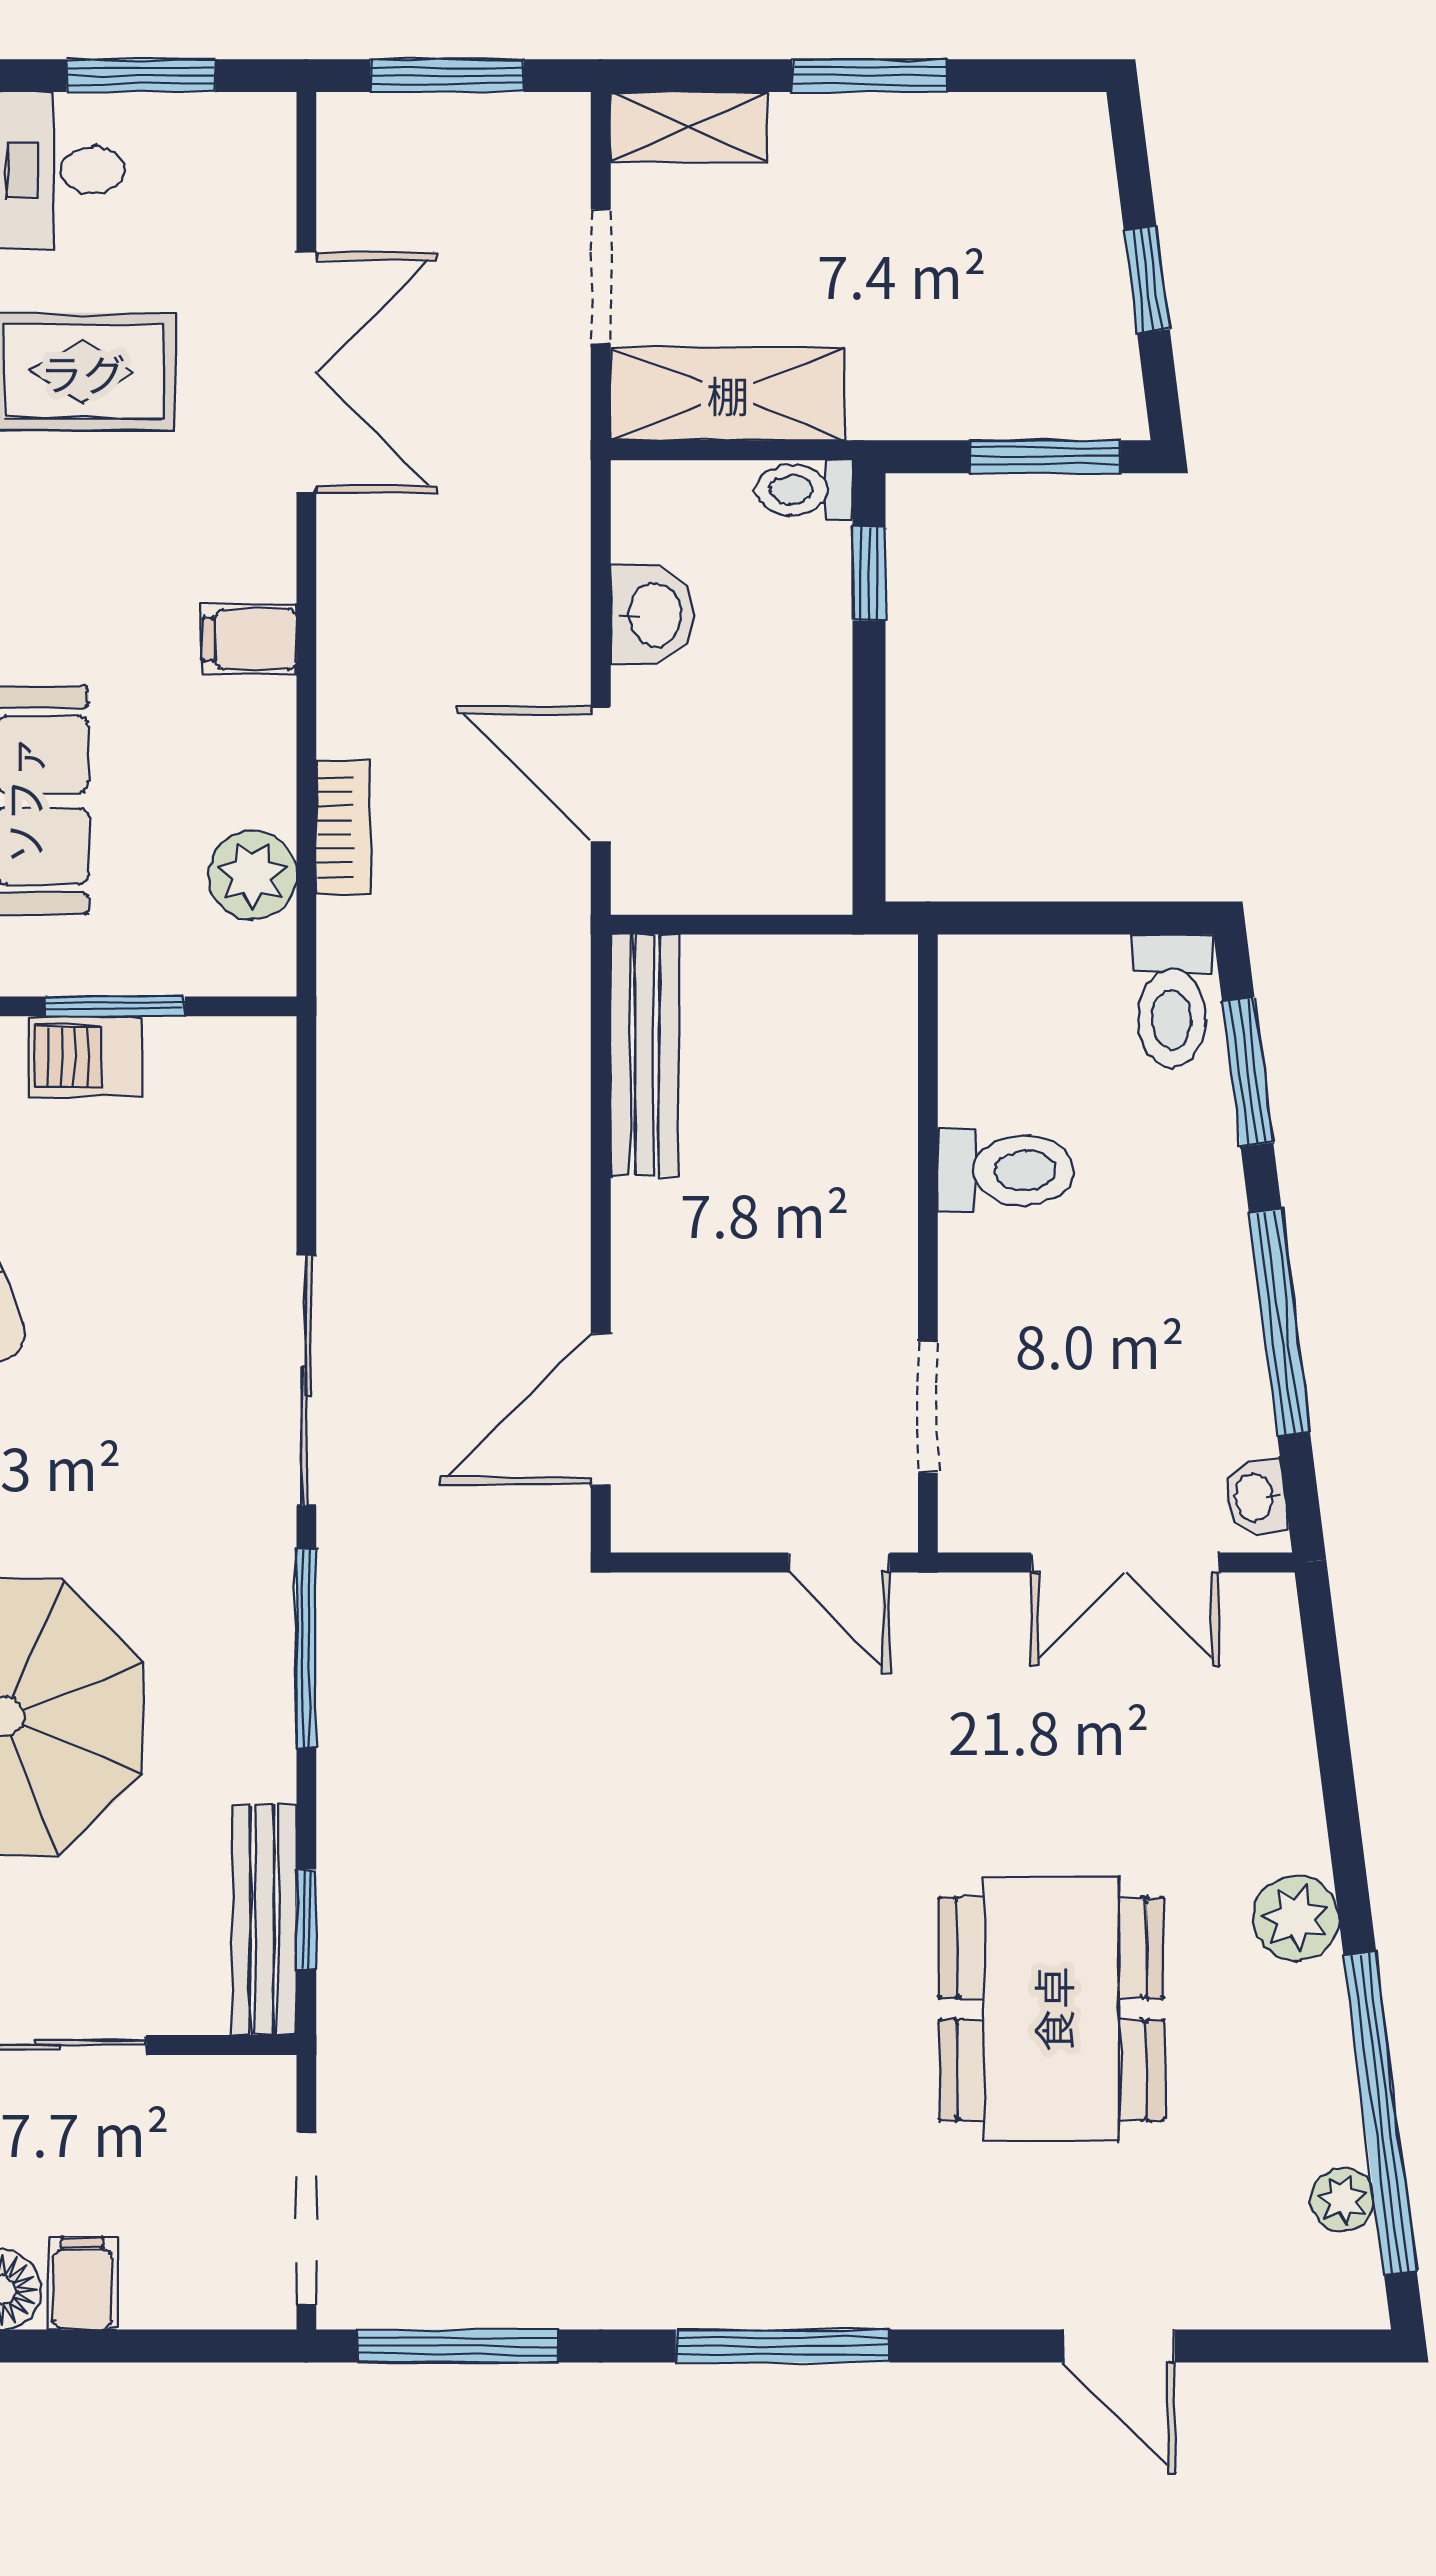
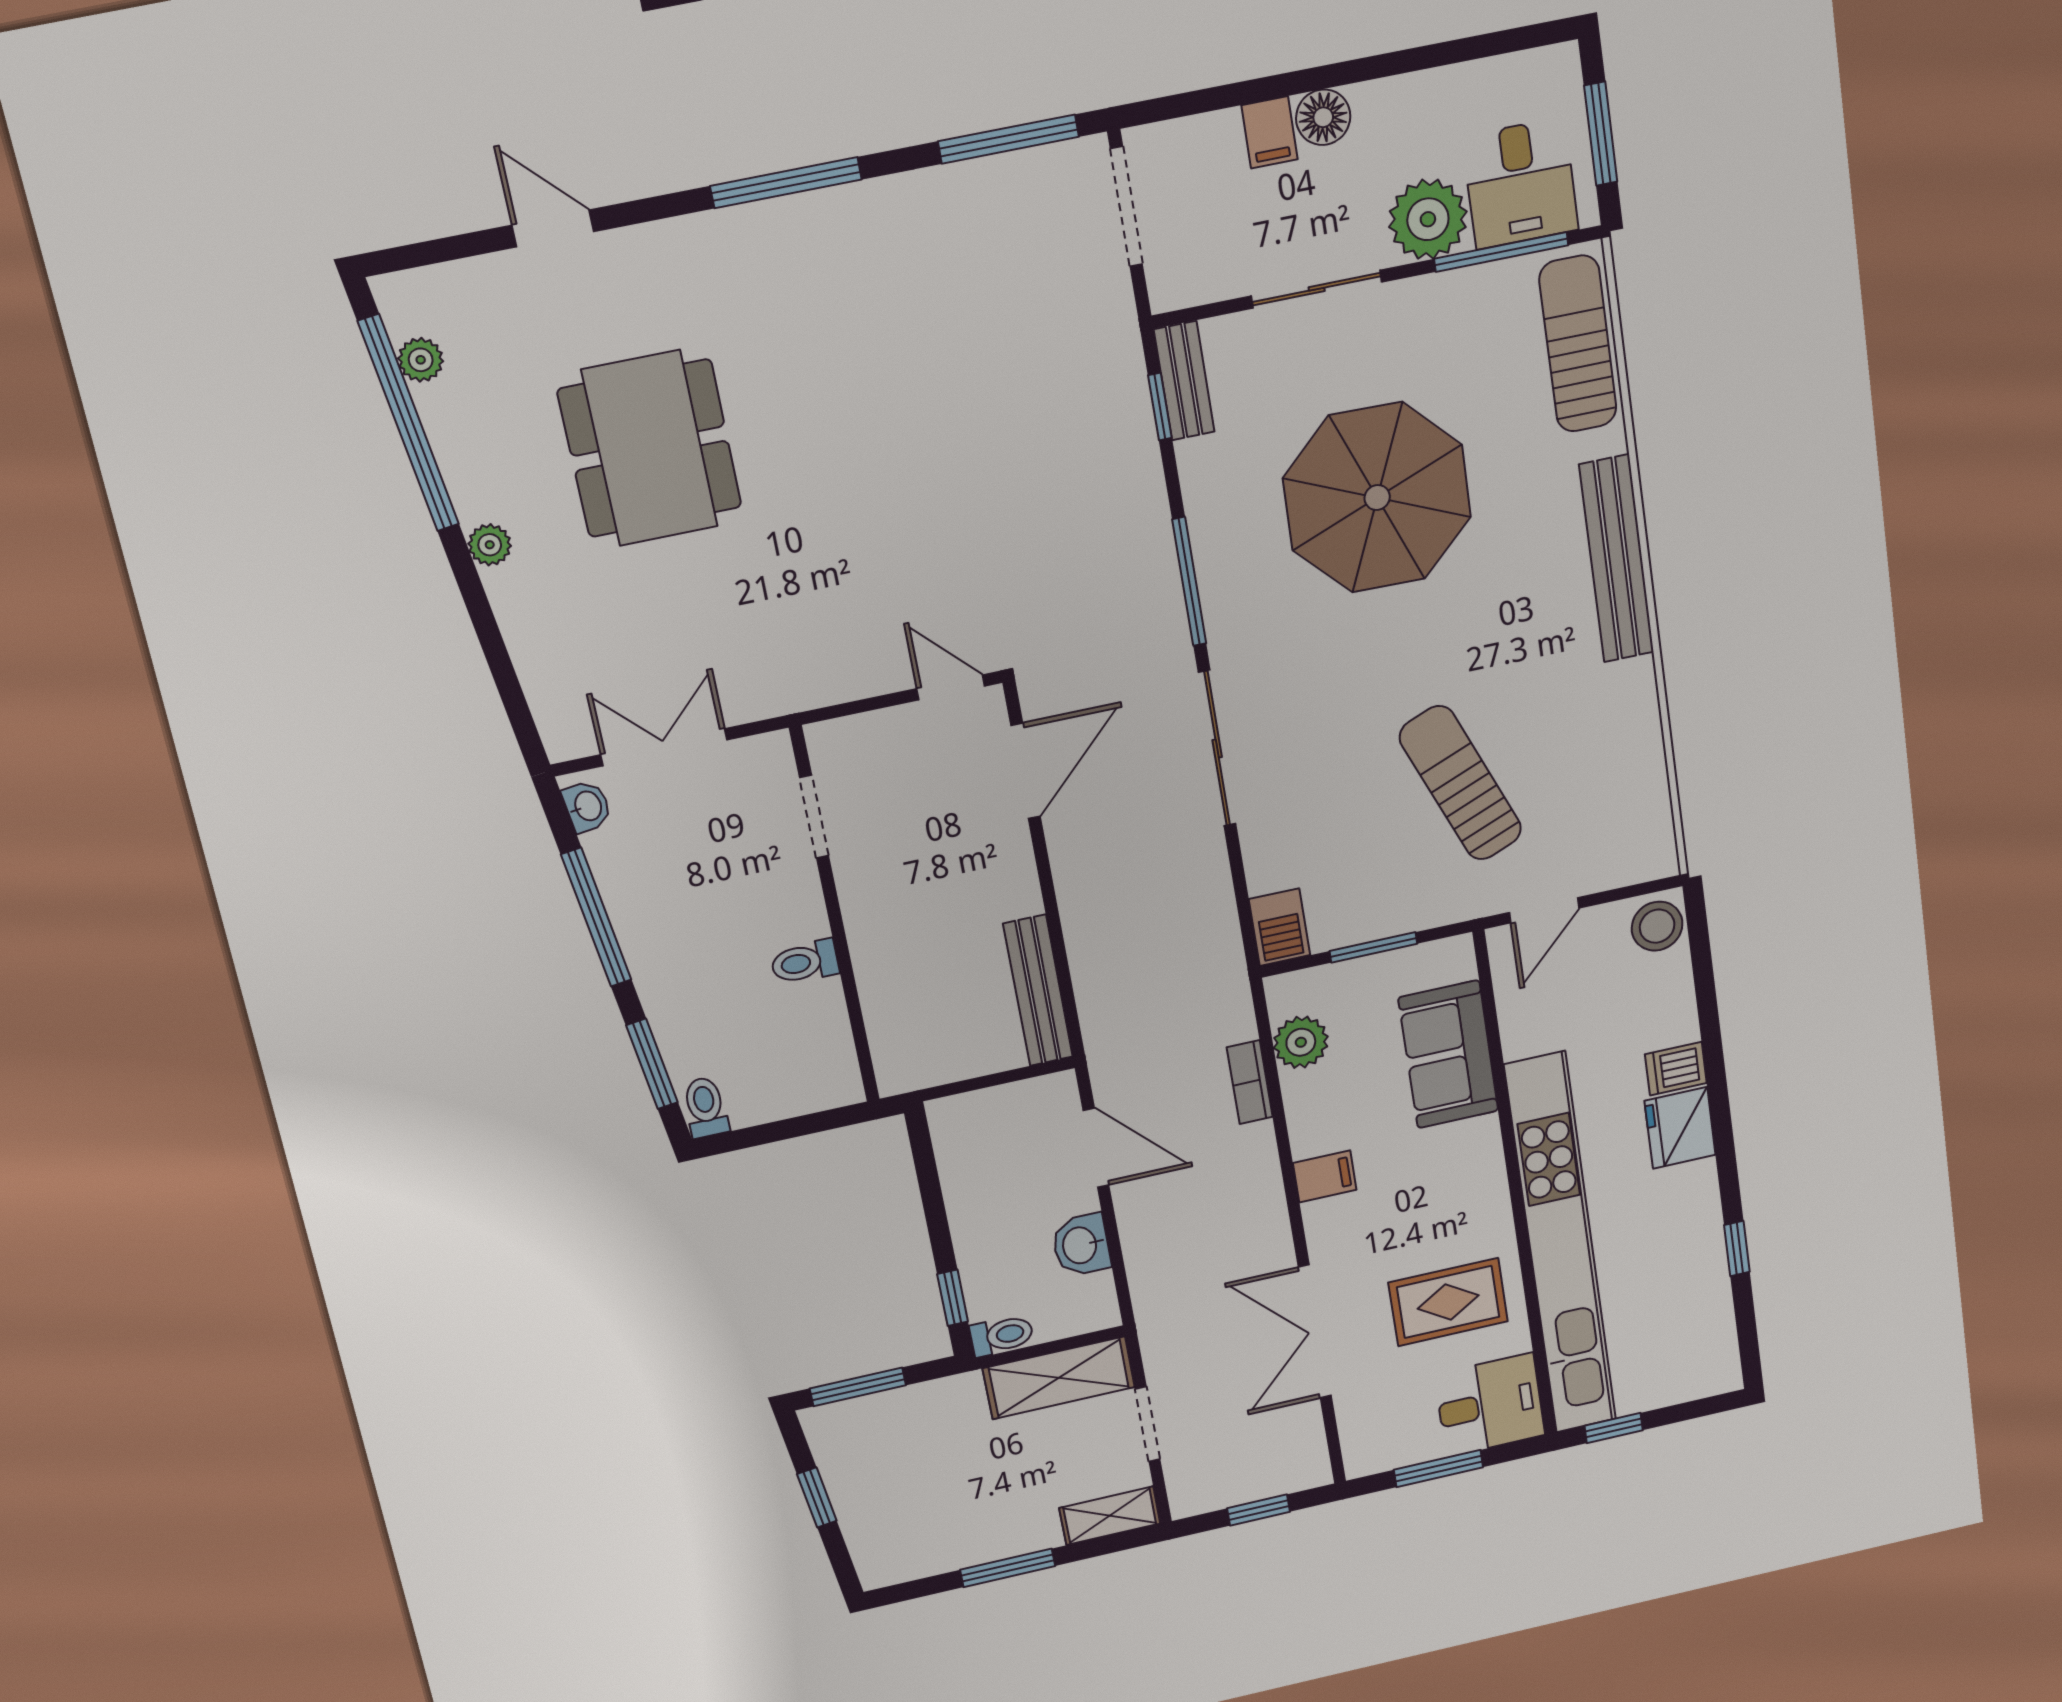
window: (447, 76) -> (1259, 1510), width x0.67
toilet: (1172, 1001) -> (705, 1107), width x0.73, depth x0.72
barbecue: (85, 1056) -> (1279, 927), moved, turned 90
toilet: (1006, 1171) -> (805, 962), width x0.73, depth x0.72
door: (839, 1563) -> (951, 687), moved
plant: (1296, 1918) -> (490, 545), width x0.73, depth x0.73
bench: (264, 1919) -> (1184, 381), width x0.73

